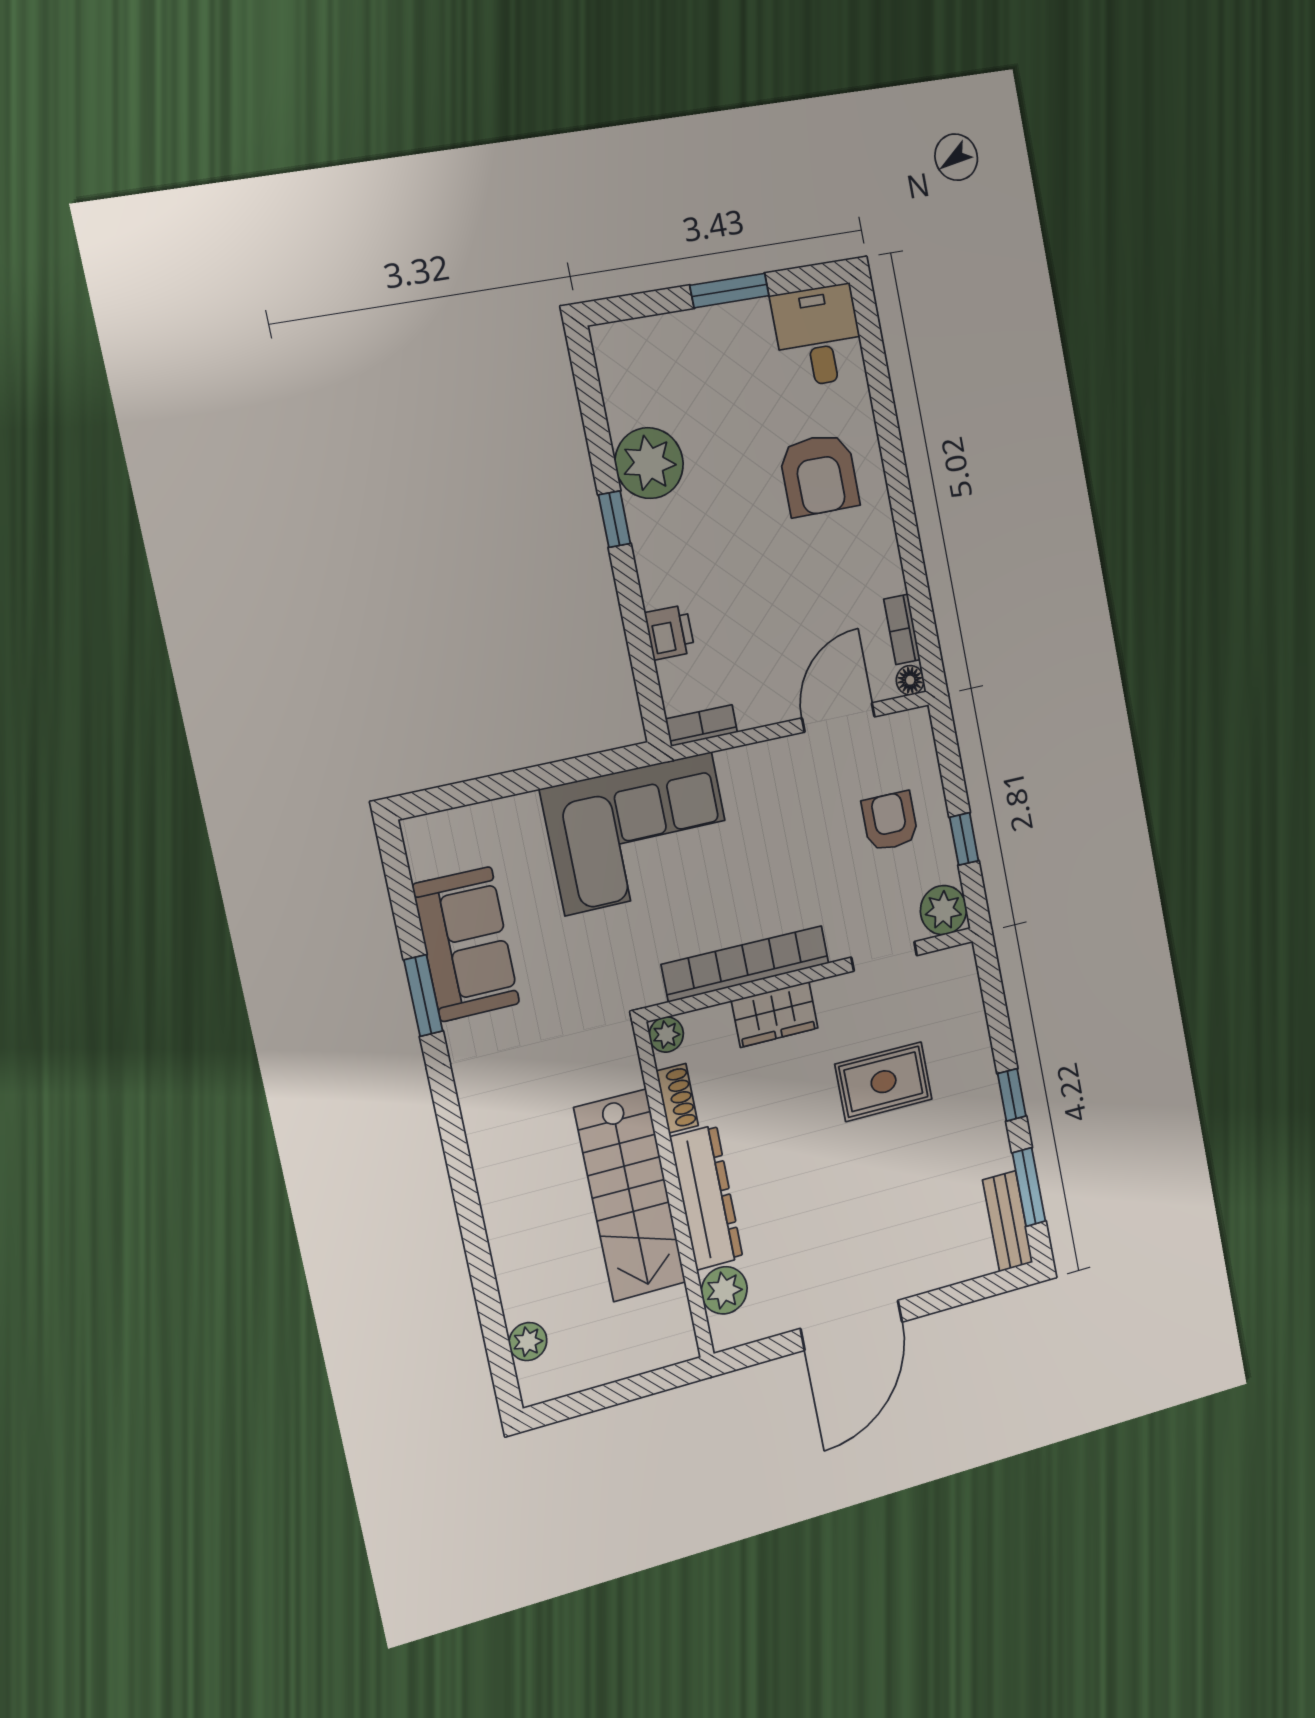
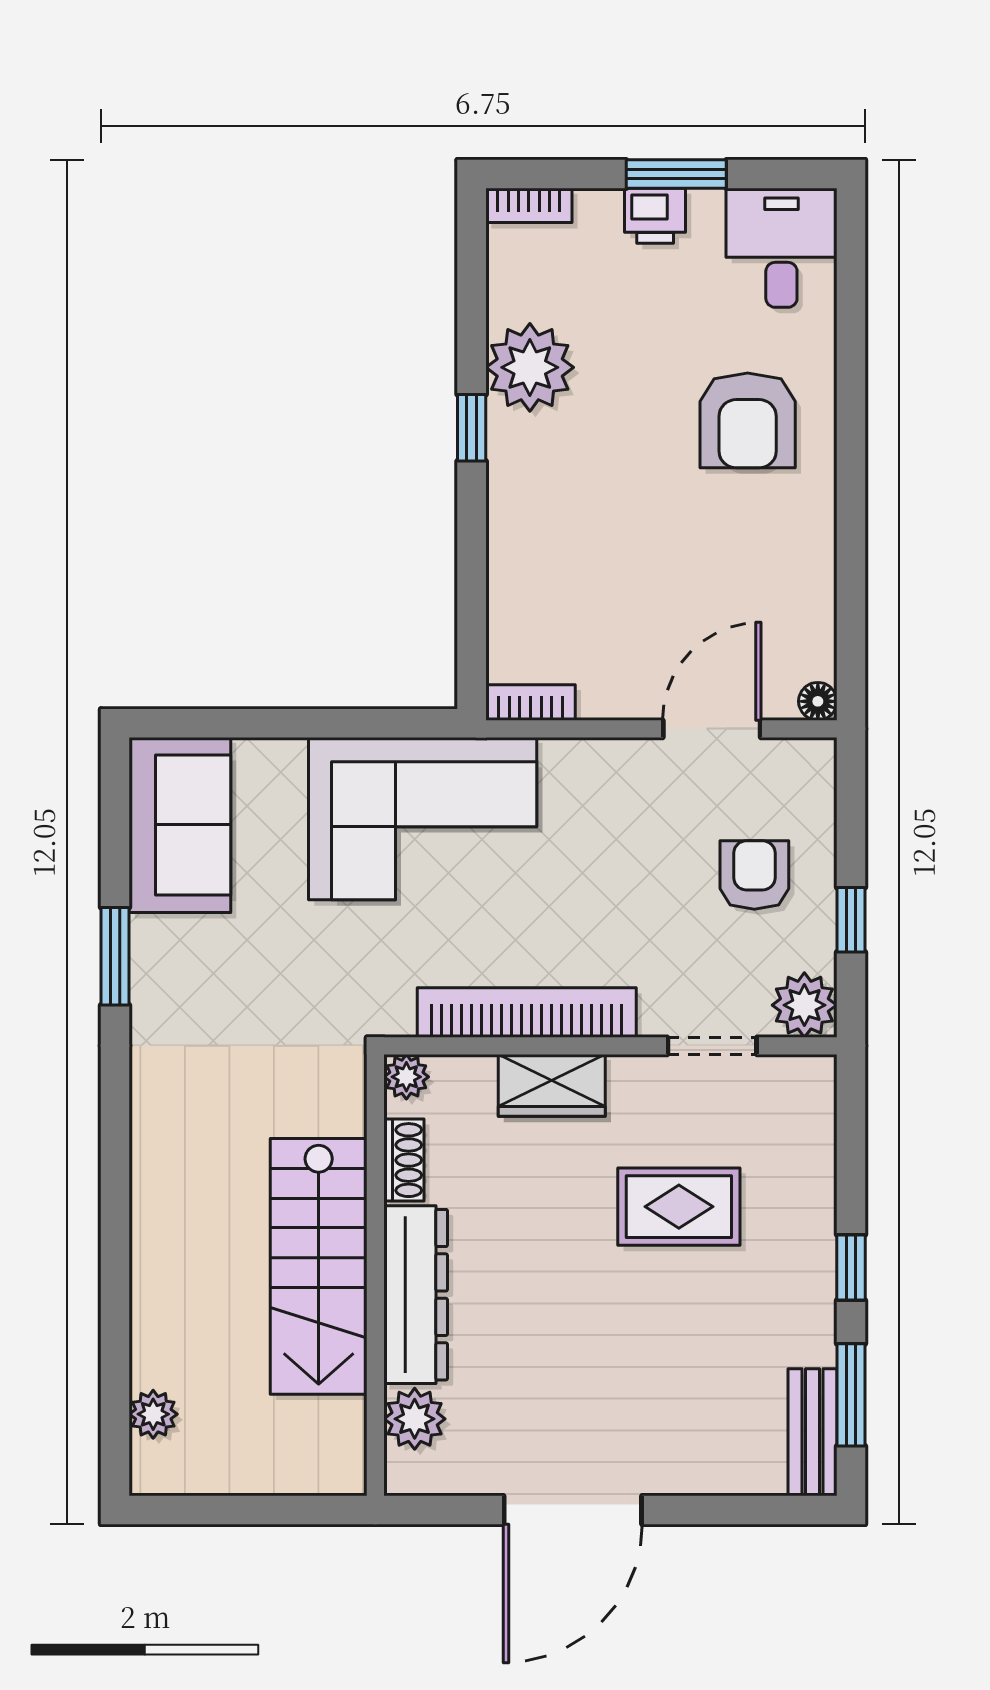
bookcase: (902, 629) -> (529, 205), moved, turned -90
printer: (670, 632) -> (655, 216), moved, turned 90
sofa: (466, 944) -> (180, 825), moved

